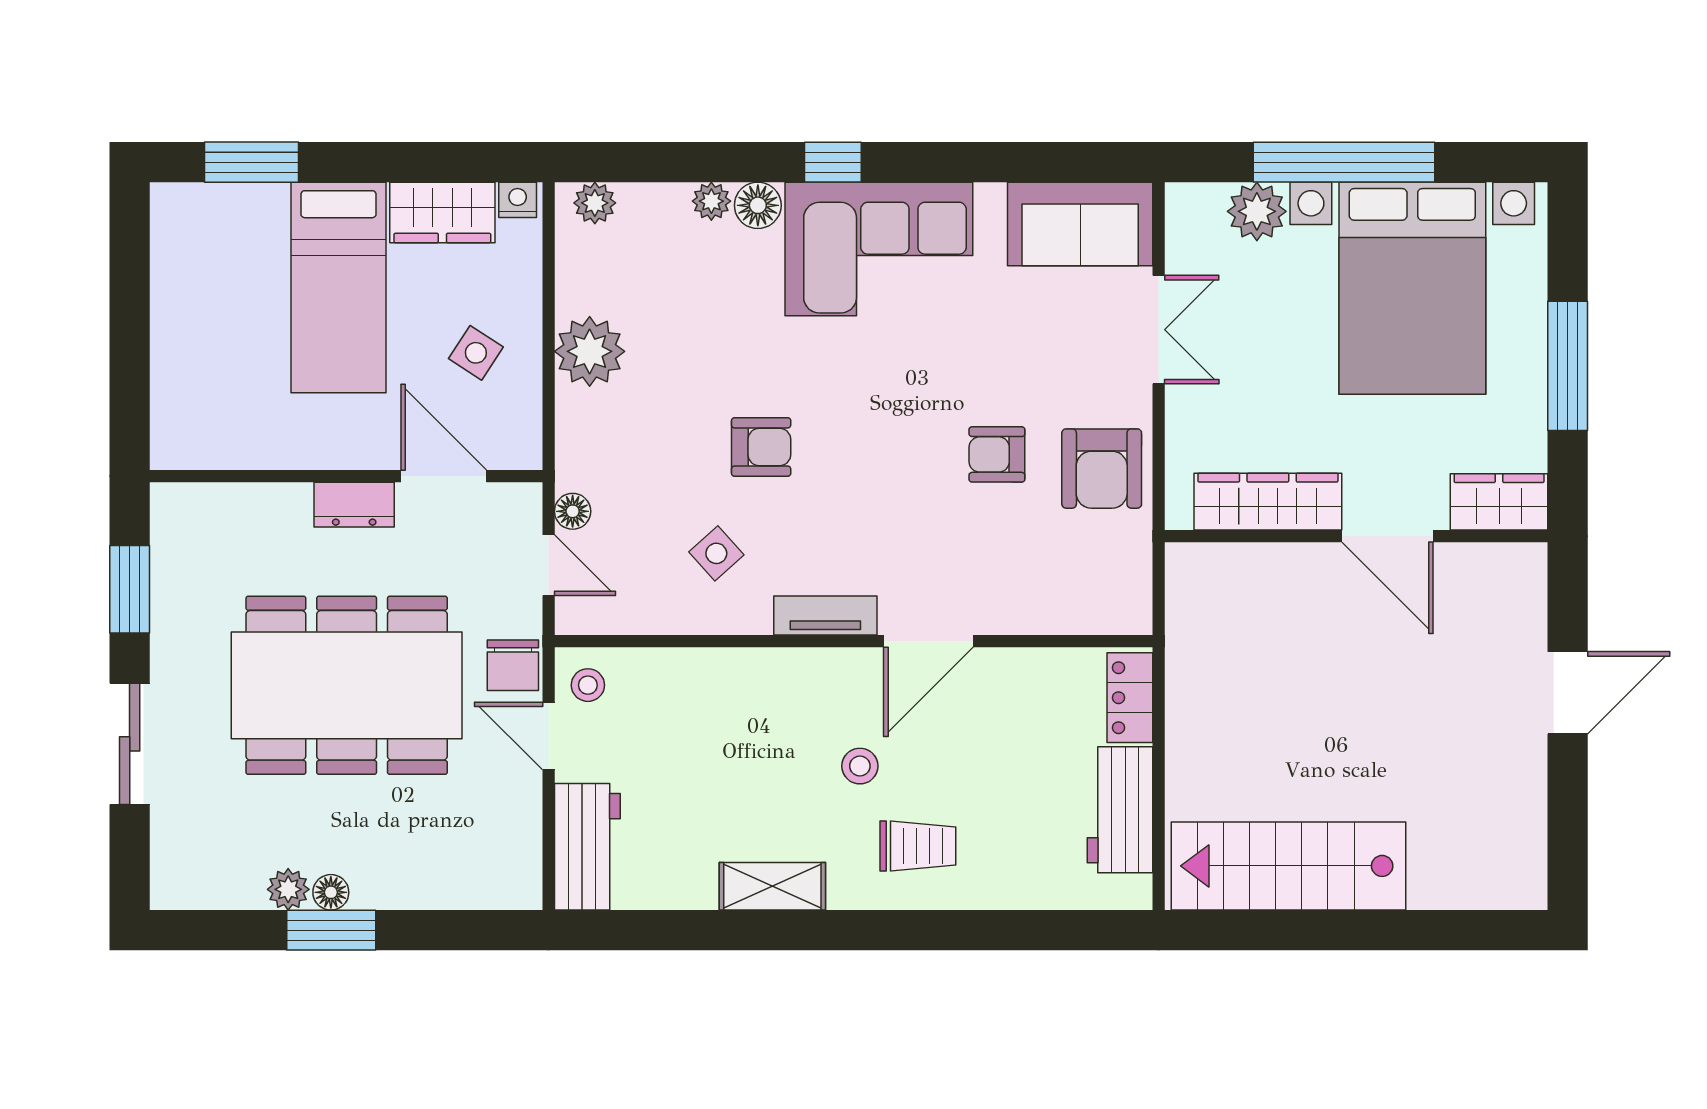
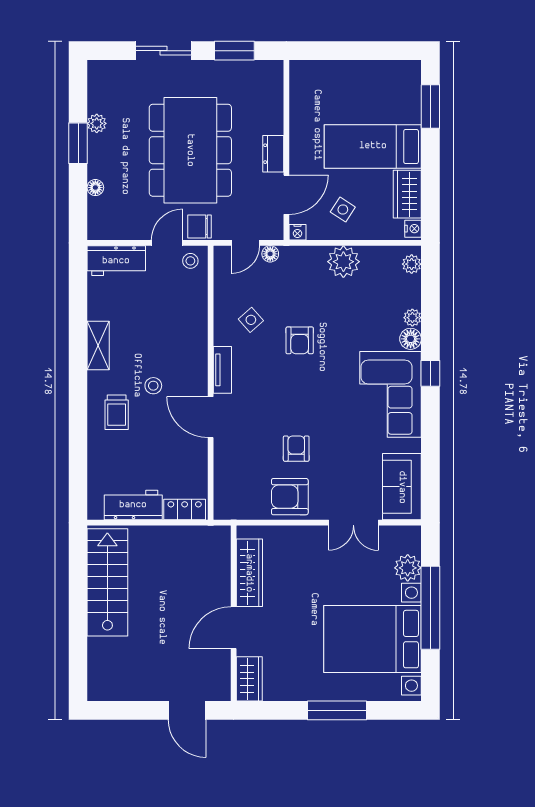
nightstand: (525, 452) -> (297, 232), added
wardrobe: (1268, 502) -> (249, 573), moved
wardrobe: (1499, 502) -> (249, 679), moved
wall: (1356, 536) -> (234, 613), moved
door: (1388, 536) -> (234, 628), moved
floor lamp: (331, 892) -> (95, 188), moved

